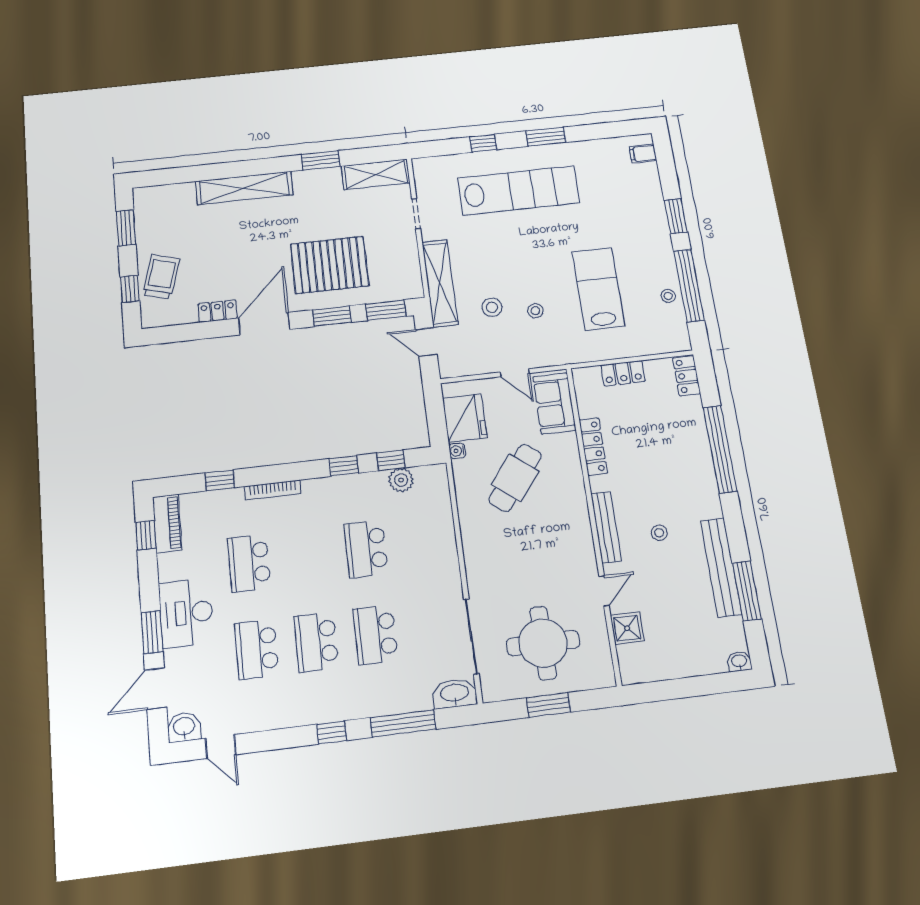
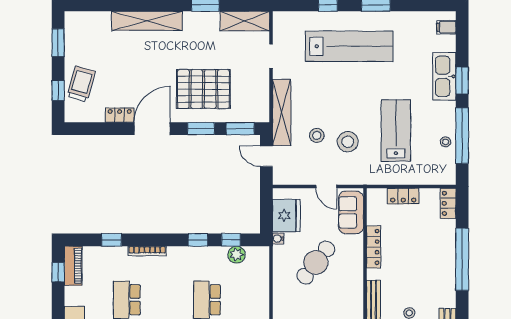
kitchen sink: (651, 214) -> (444, 76), added
stool: (535, 311) -> (348, 142), width x1.89, depth x1.89

